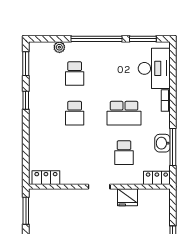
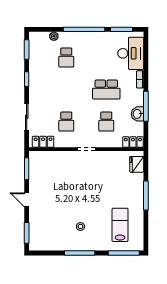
school desk: (75, 113) -> (66, 122), moved
sliding door: (26, 147) -> (27, 117), added
window: (173, 147) -> (146, 106), moved
fridge: (127, 197) -> (137, 164), moved, turned 90

